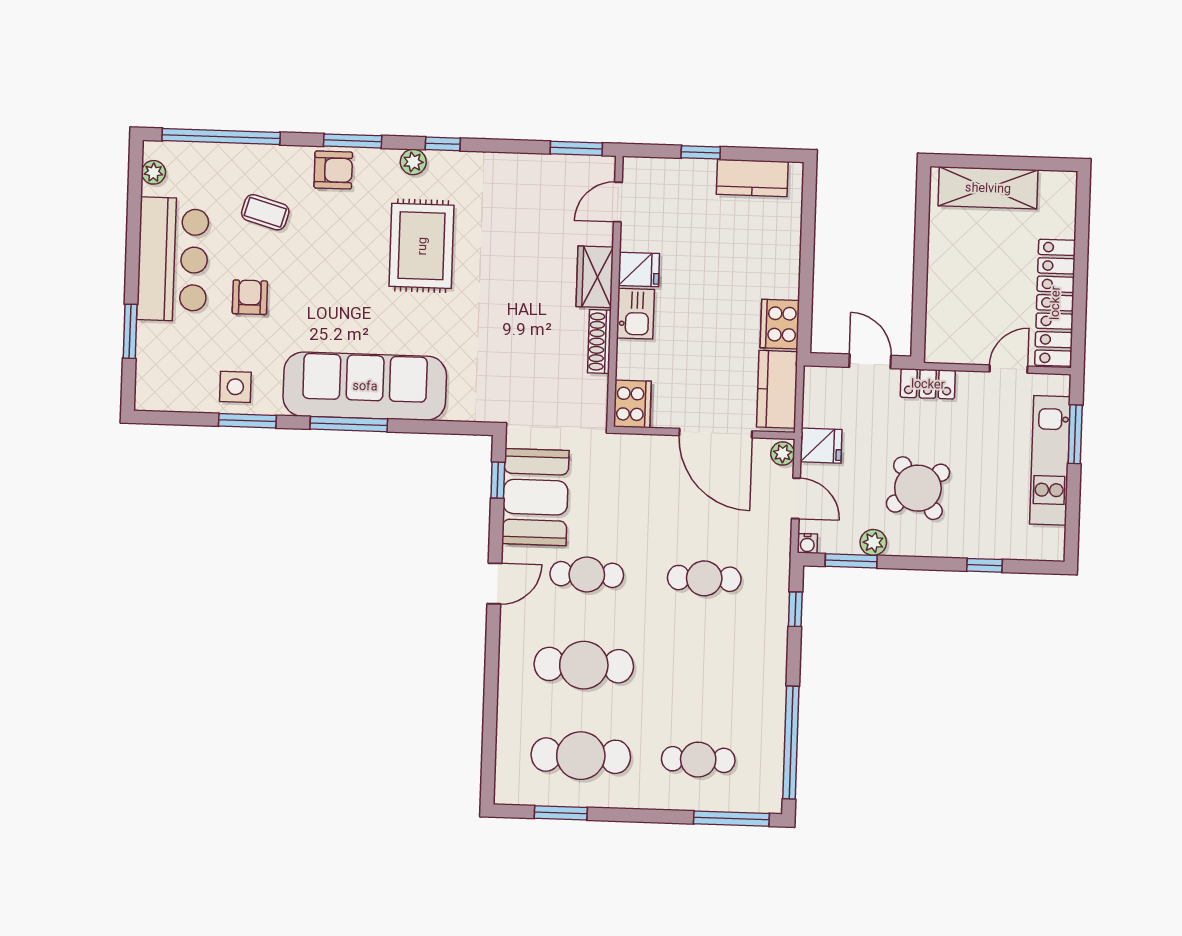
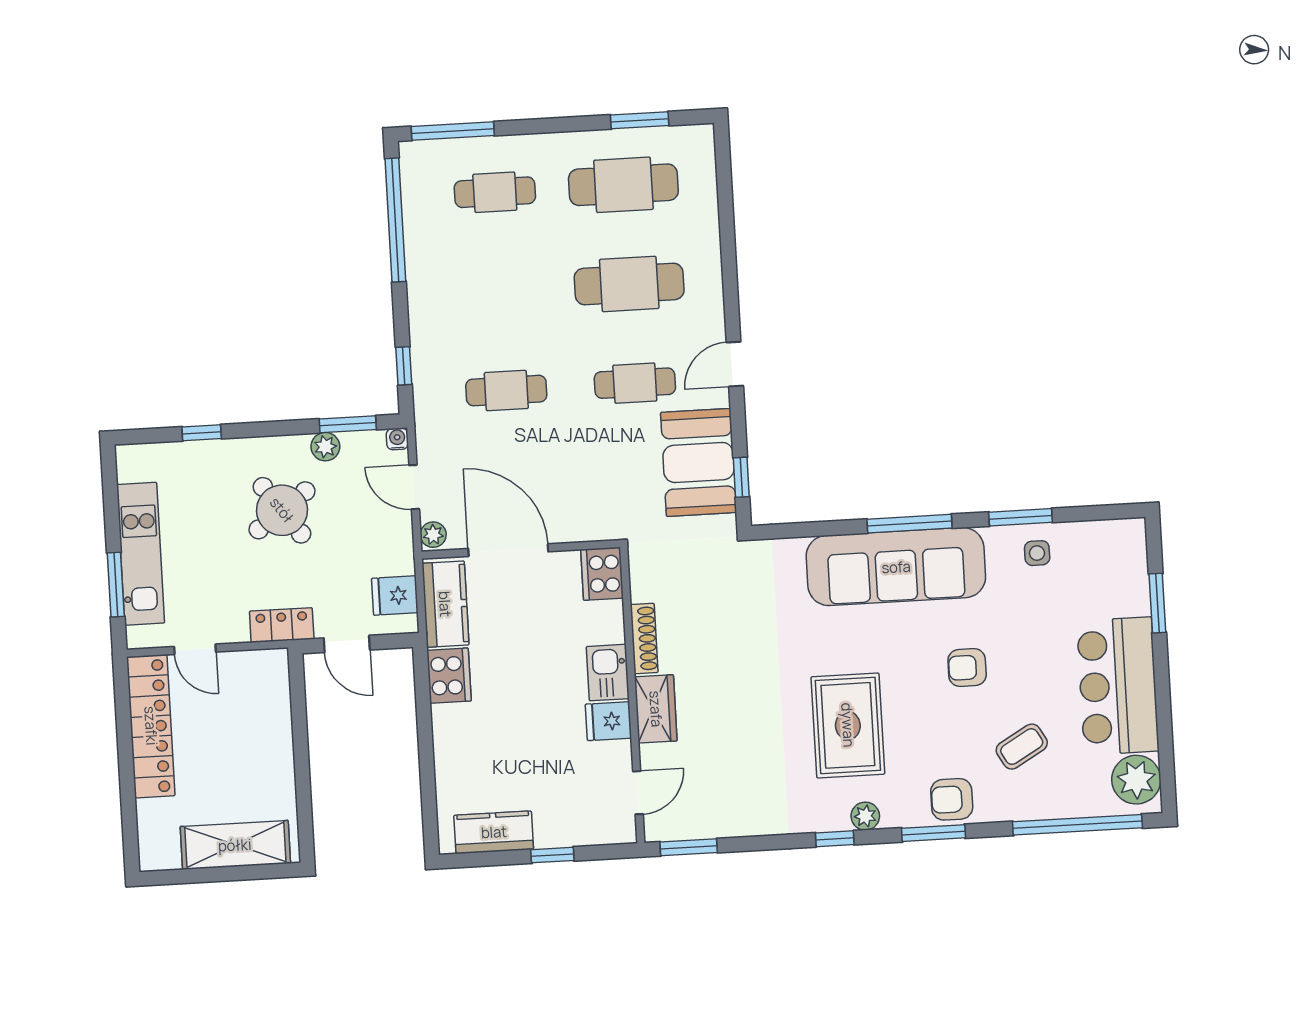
plant: (153, 172) -> (1136, 780), width x1.88, depth x1.88
coffee table: (265, 212) -> (1022, 747), turned -46
armchair: (250, 297) -> (967, 668), moved, turned 90
door: (1009, 369) -> (195, 649), hinge flipped
side table: (235, 387) -> (1037, 553), width x0.73, depth x0.73
fridge: (821, 446) -> (395, 596), moved

